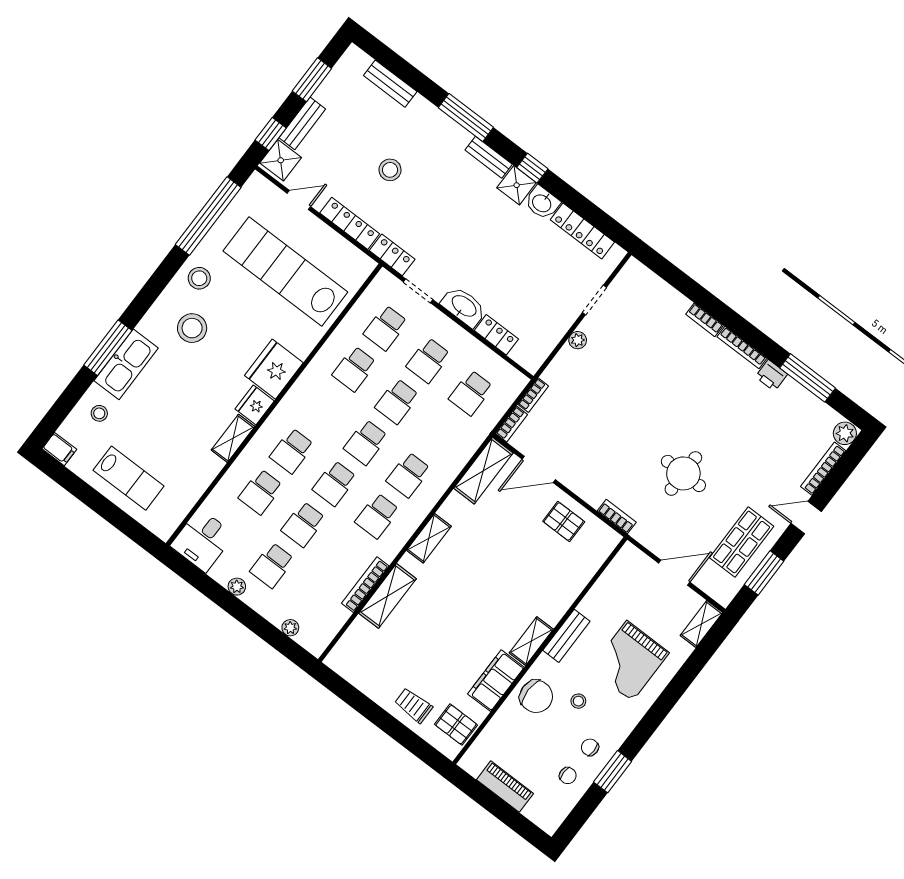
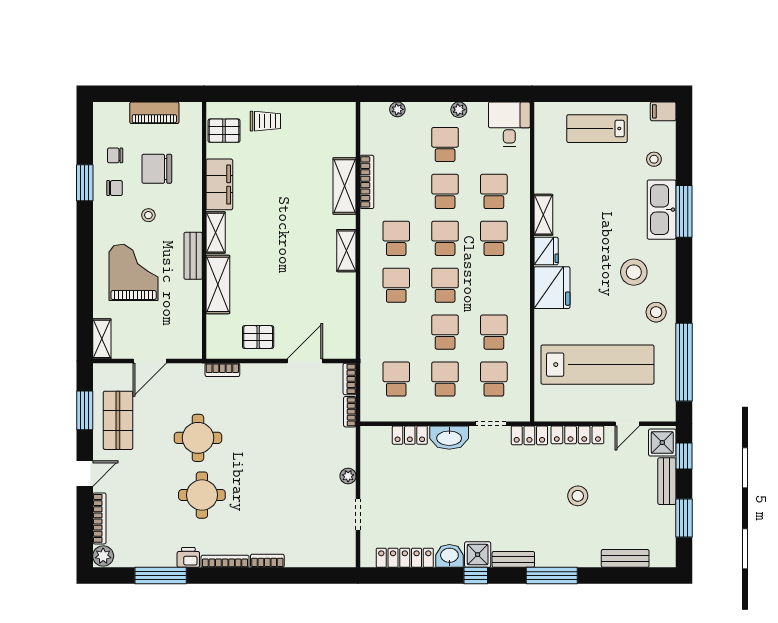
round table: (718, 421) -> (202, 495), added
shelving: (483, 471) -> (218, 284), moved
chair: (536, 696) -> (157, 169), moved

